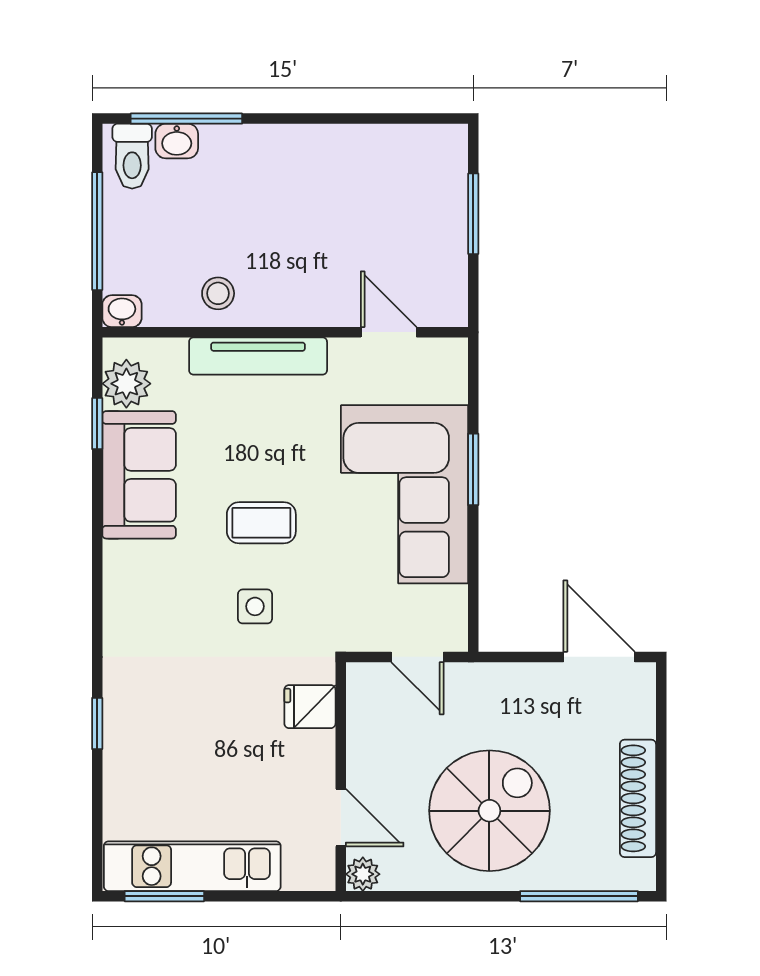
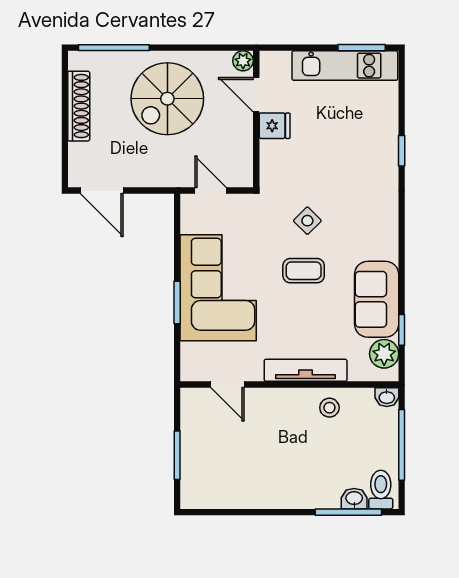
side table: (255, 606) -> (307, 221), turned 45
fridge: (310, 707) -> (275, 126), moved

